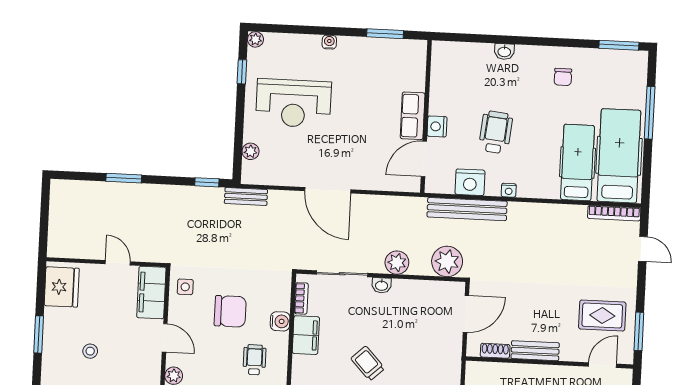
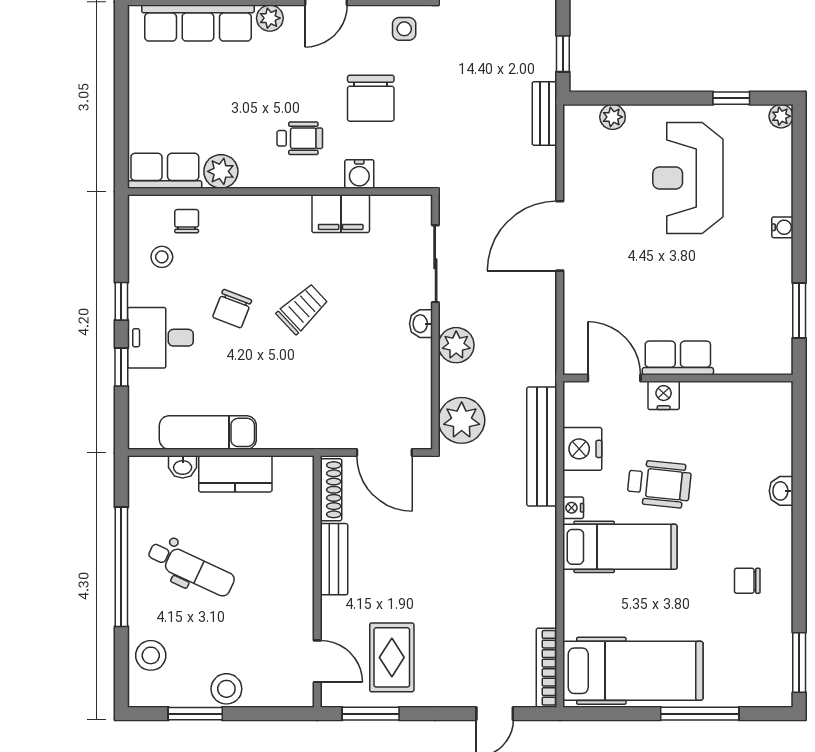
hospital bed: (577, 162) -> (620, 547), moved
bookcase: (301, 298) -> (395, 204), removed
shoe rack: (495, 351) -> (331, 490), width x1.43

